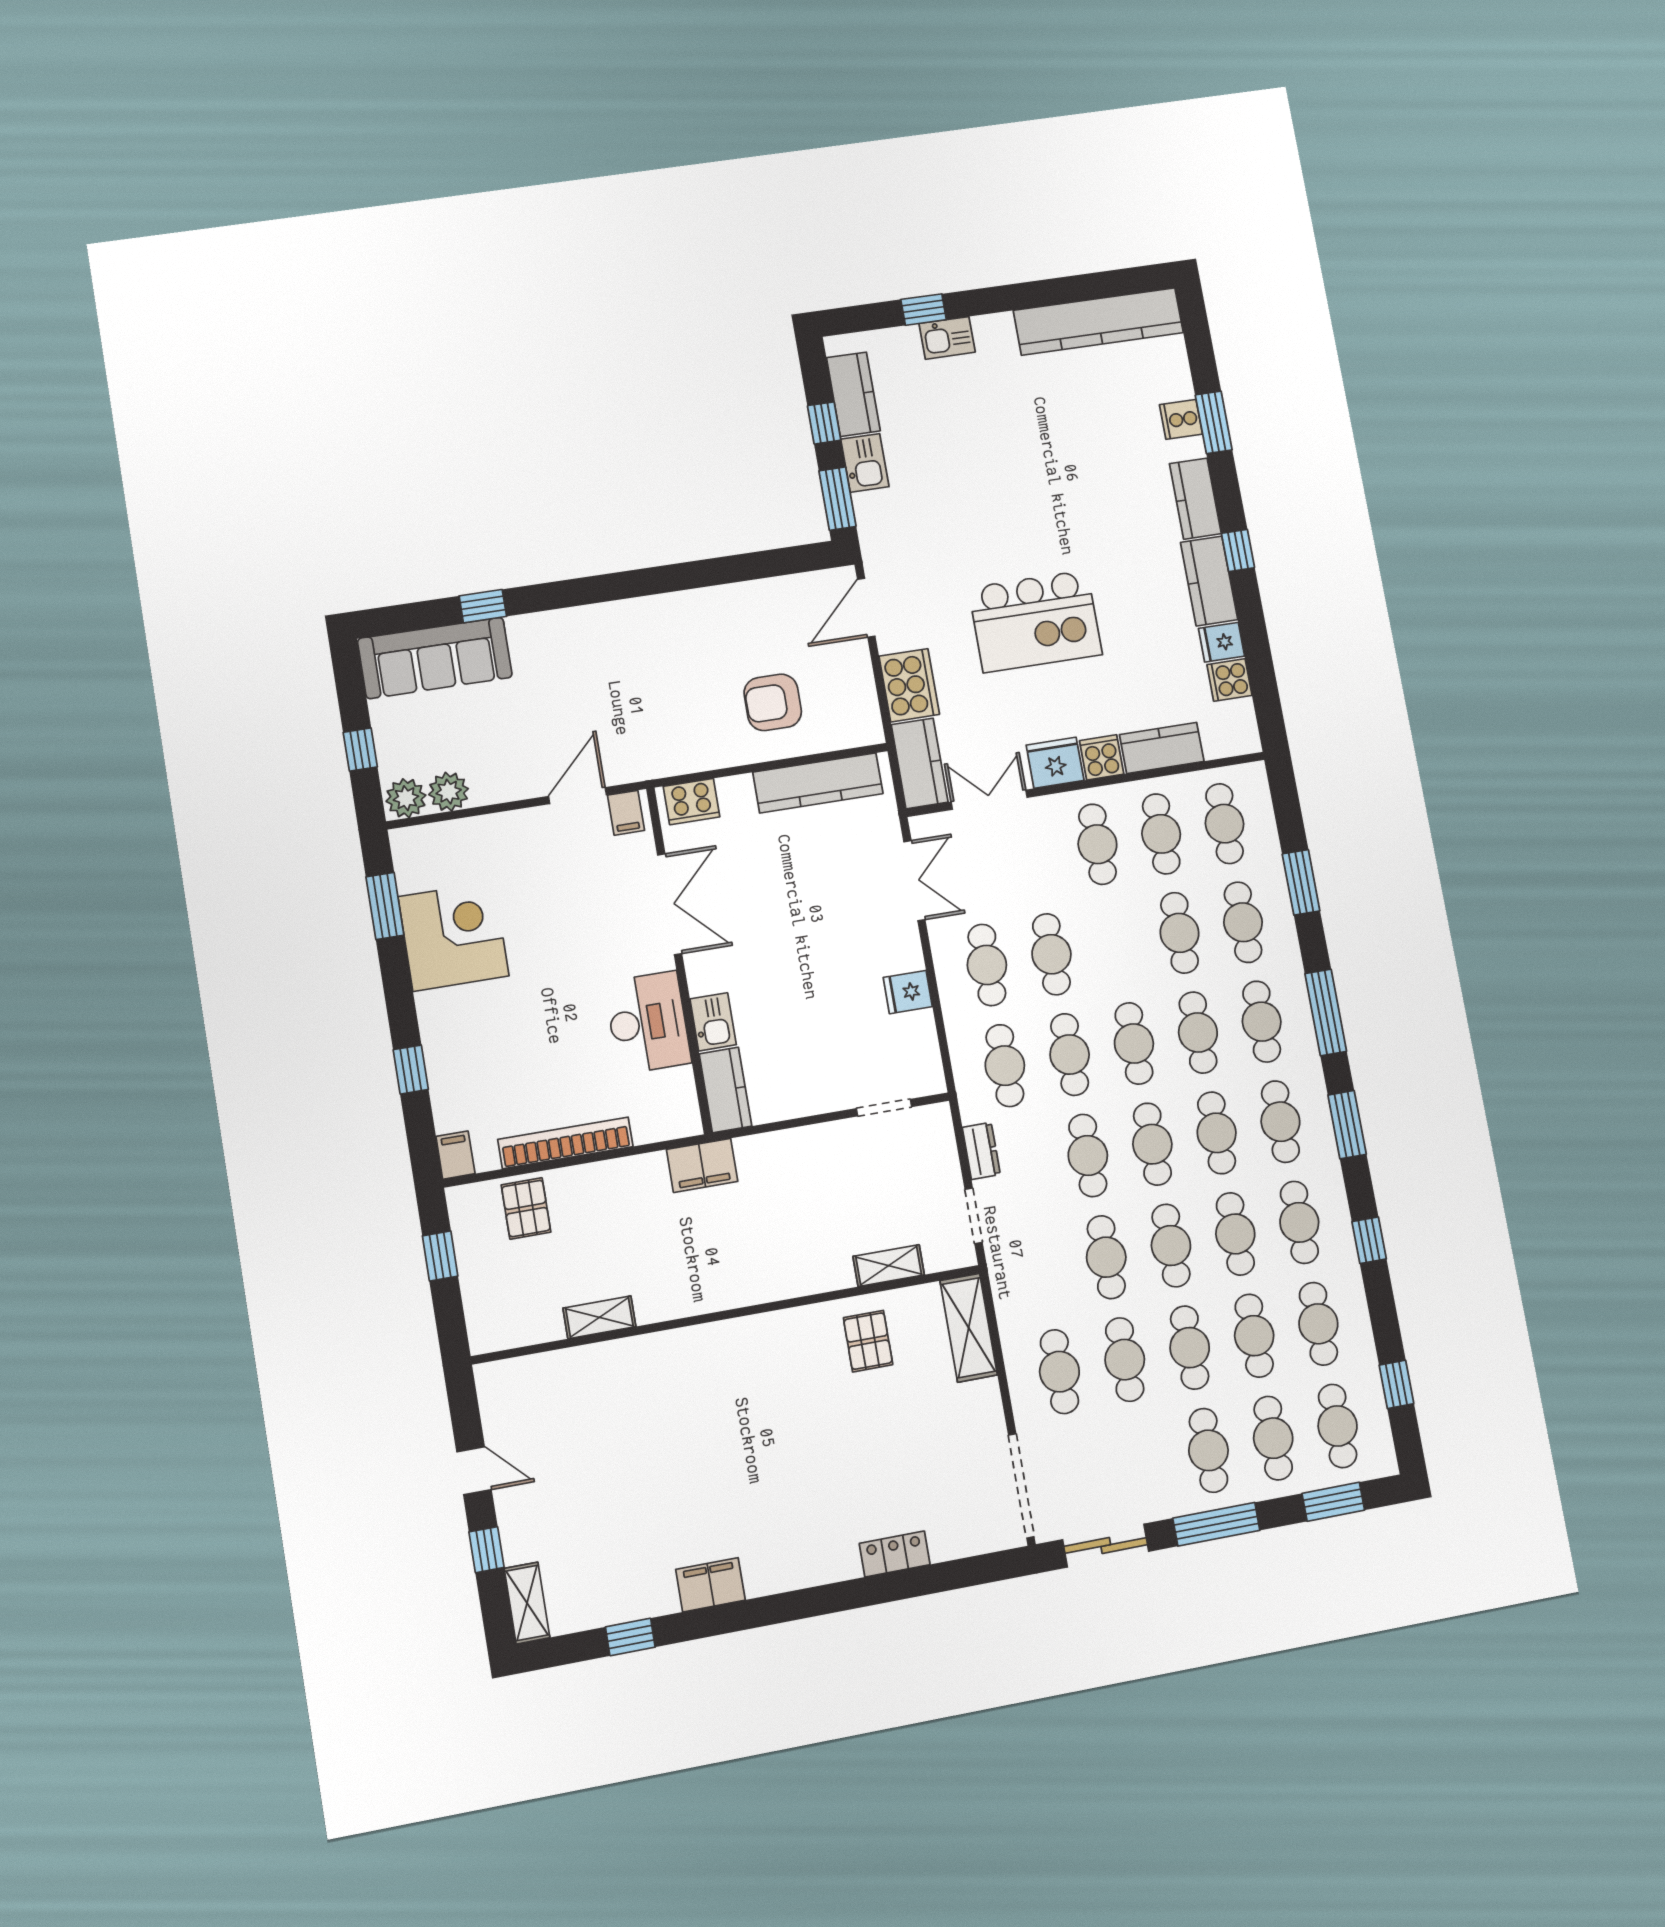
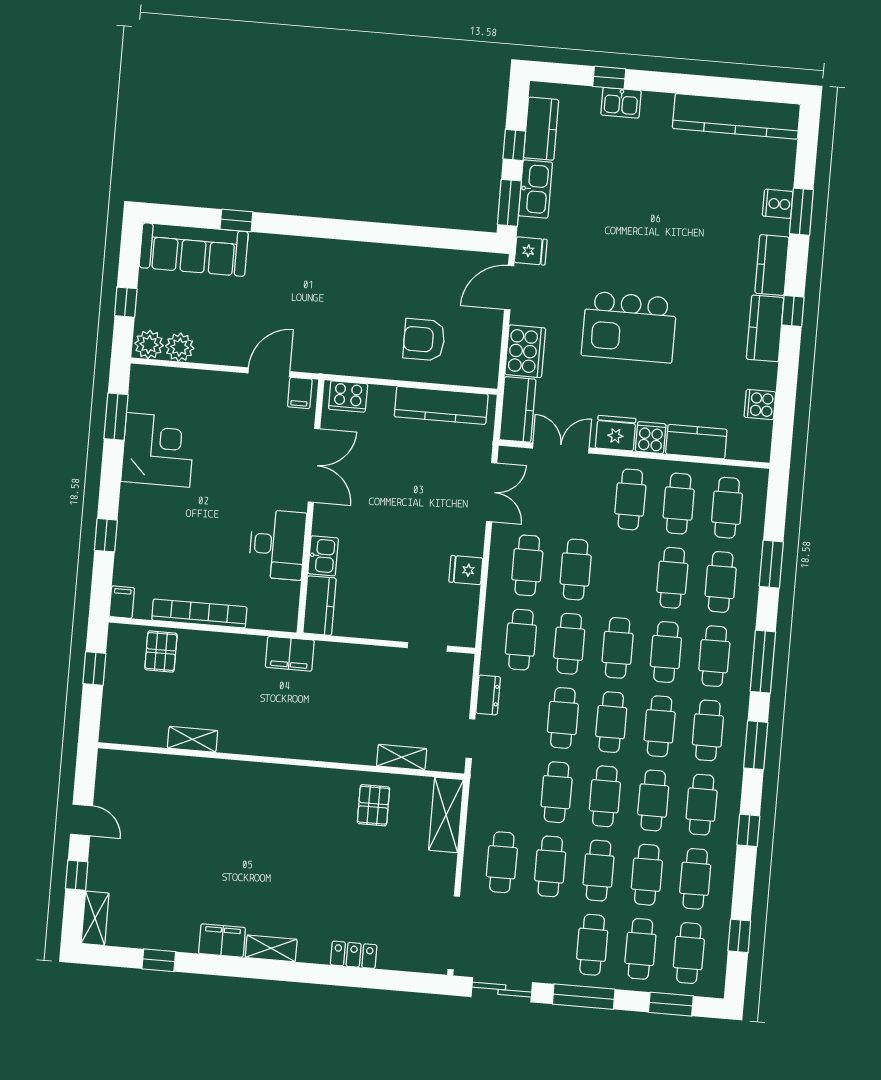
kitchen sink: (865, 463) -> (535, 189), width x1.38
fridge: (1222, 642) -> (531, 251), moved, turned 180
shelving: (780, 1577) -> (271, 948), added

